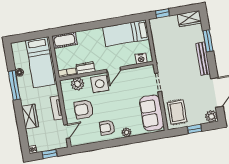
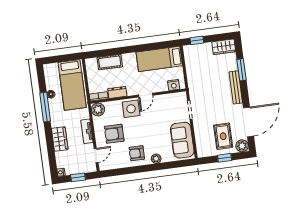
cot: (64, 40) -> (110, 62), moved
plant: (78, 84) -> (98, 110), moved
rug: (177, 112) -> (223, 136), moved

